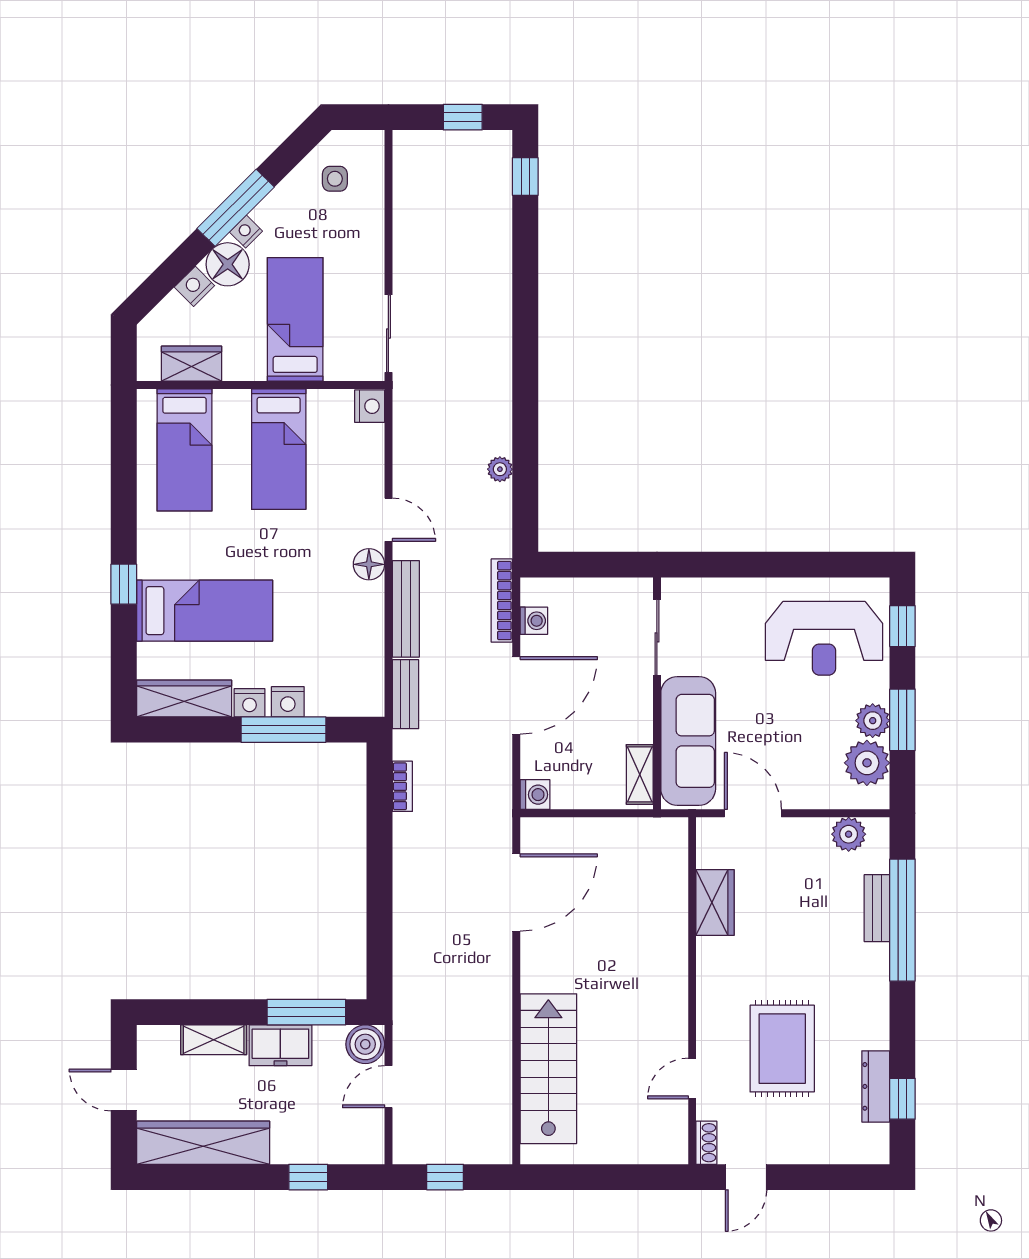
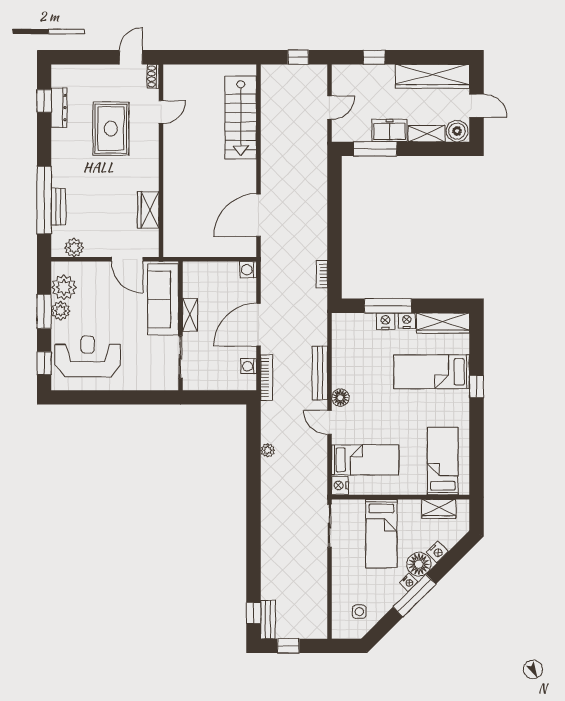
bed: (279, 449) -> (365, 460), moved, turned 90
bench: (405, 694) -> (268, 620), moved
shelving: (640, 774) -> (190, 315), moved
boiler: (365, 1044) -> (457, 131), moved

